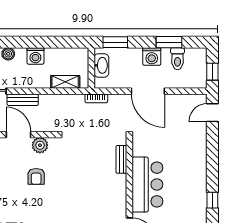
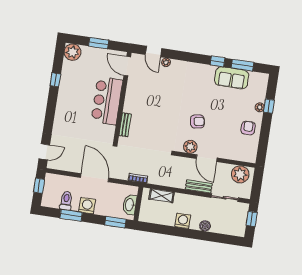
armchair: (36, 176) -> (197, 121), turned 80

